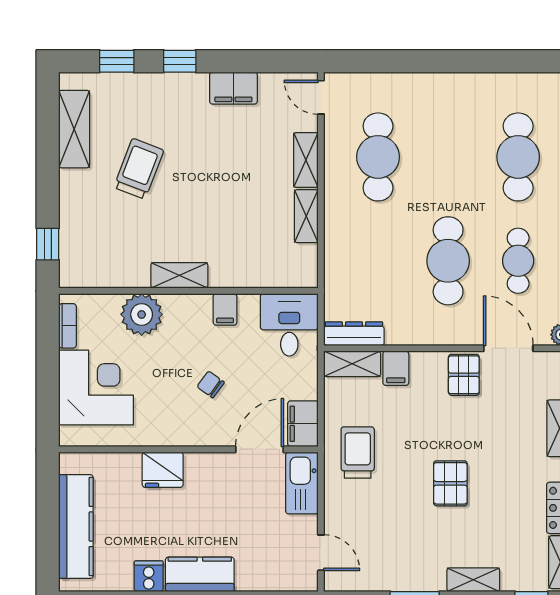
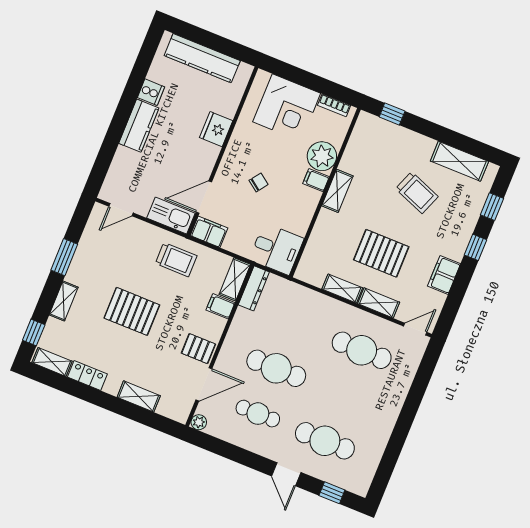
pallet: (239, 183) -> (381, 253), added
filing cabinet: (225, 309) -> (316, 180), moved
door: (260, 449) -> (204, 197), swing flipped
pallet: (450, 483) -> (132, 311), width x1.50, depth x1.42

